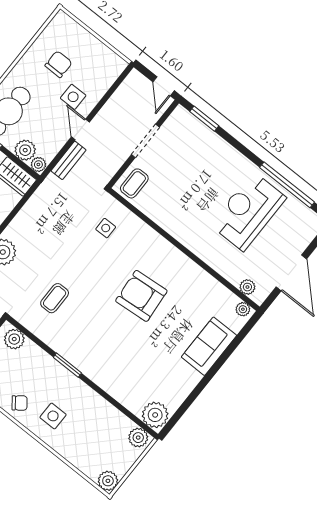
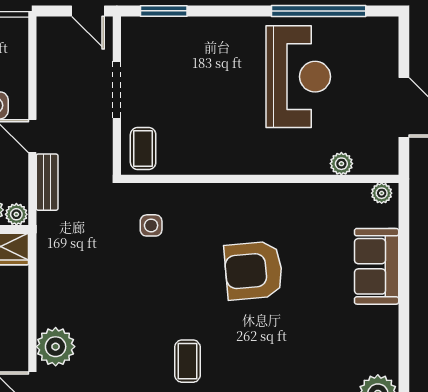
reception desk: (248, 211) -> (298, 77), turned 180
plant: (247, 287) -> (341, 164), moved
coffee table: (55, 298) -> (187, 361), moved

